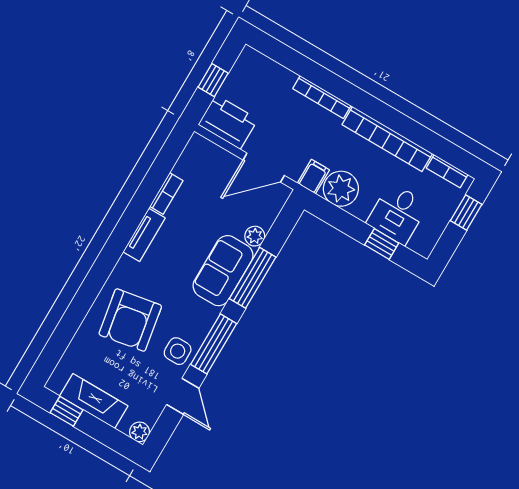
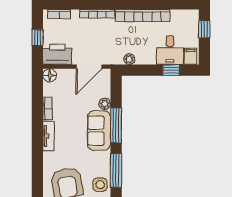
floor lamp: (198, 146) -> (50, 75), added
bookcase: (447, 171) -> (59, 14), moved
filing cabinet: (313, 177) -> (191, 56), moved
plant: (341, 189) -> (129, 59), width x0.53, depth x0.53

